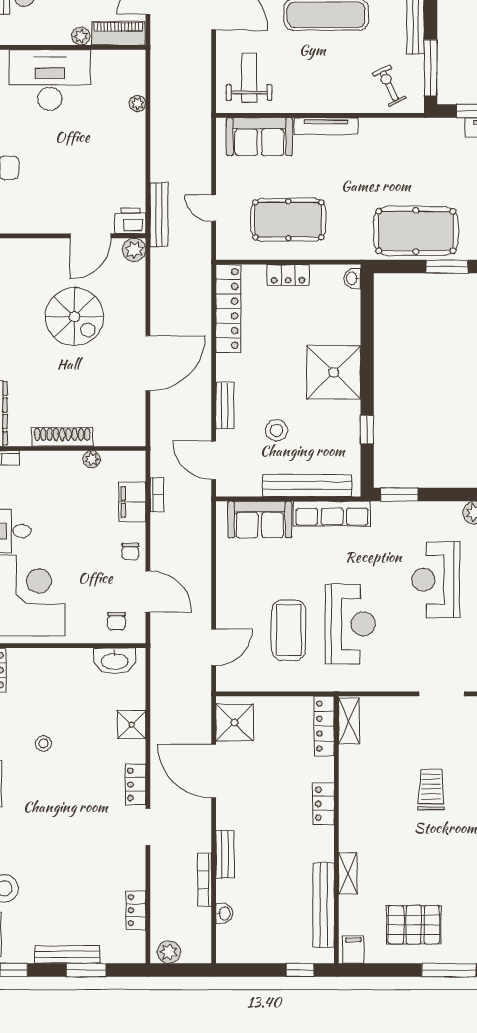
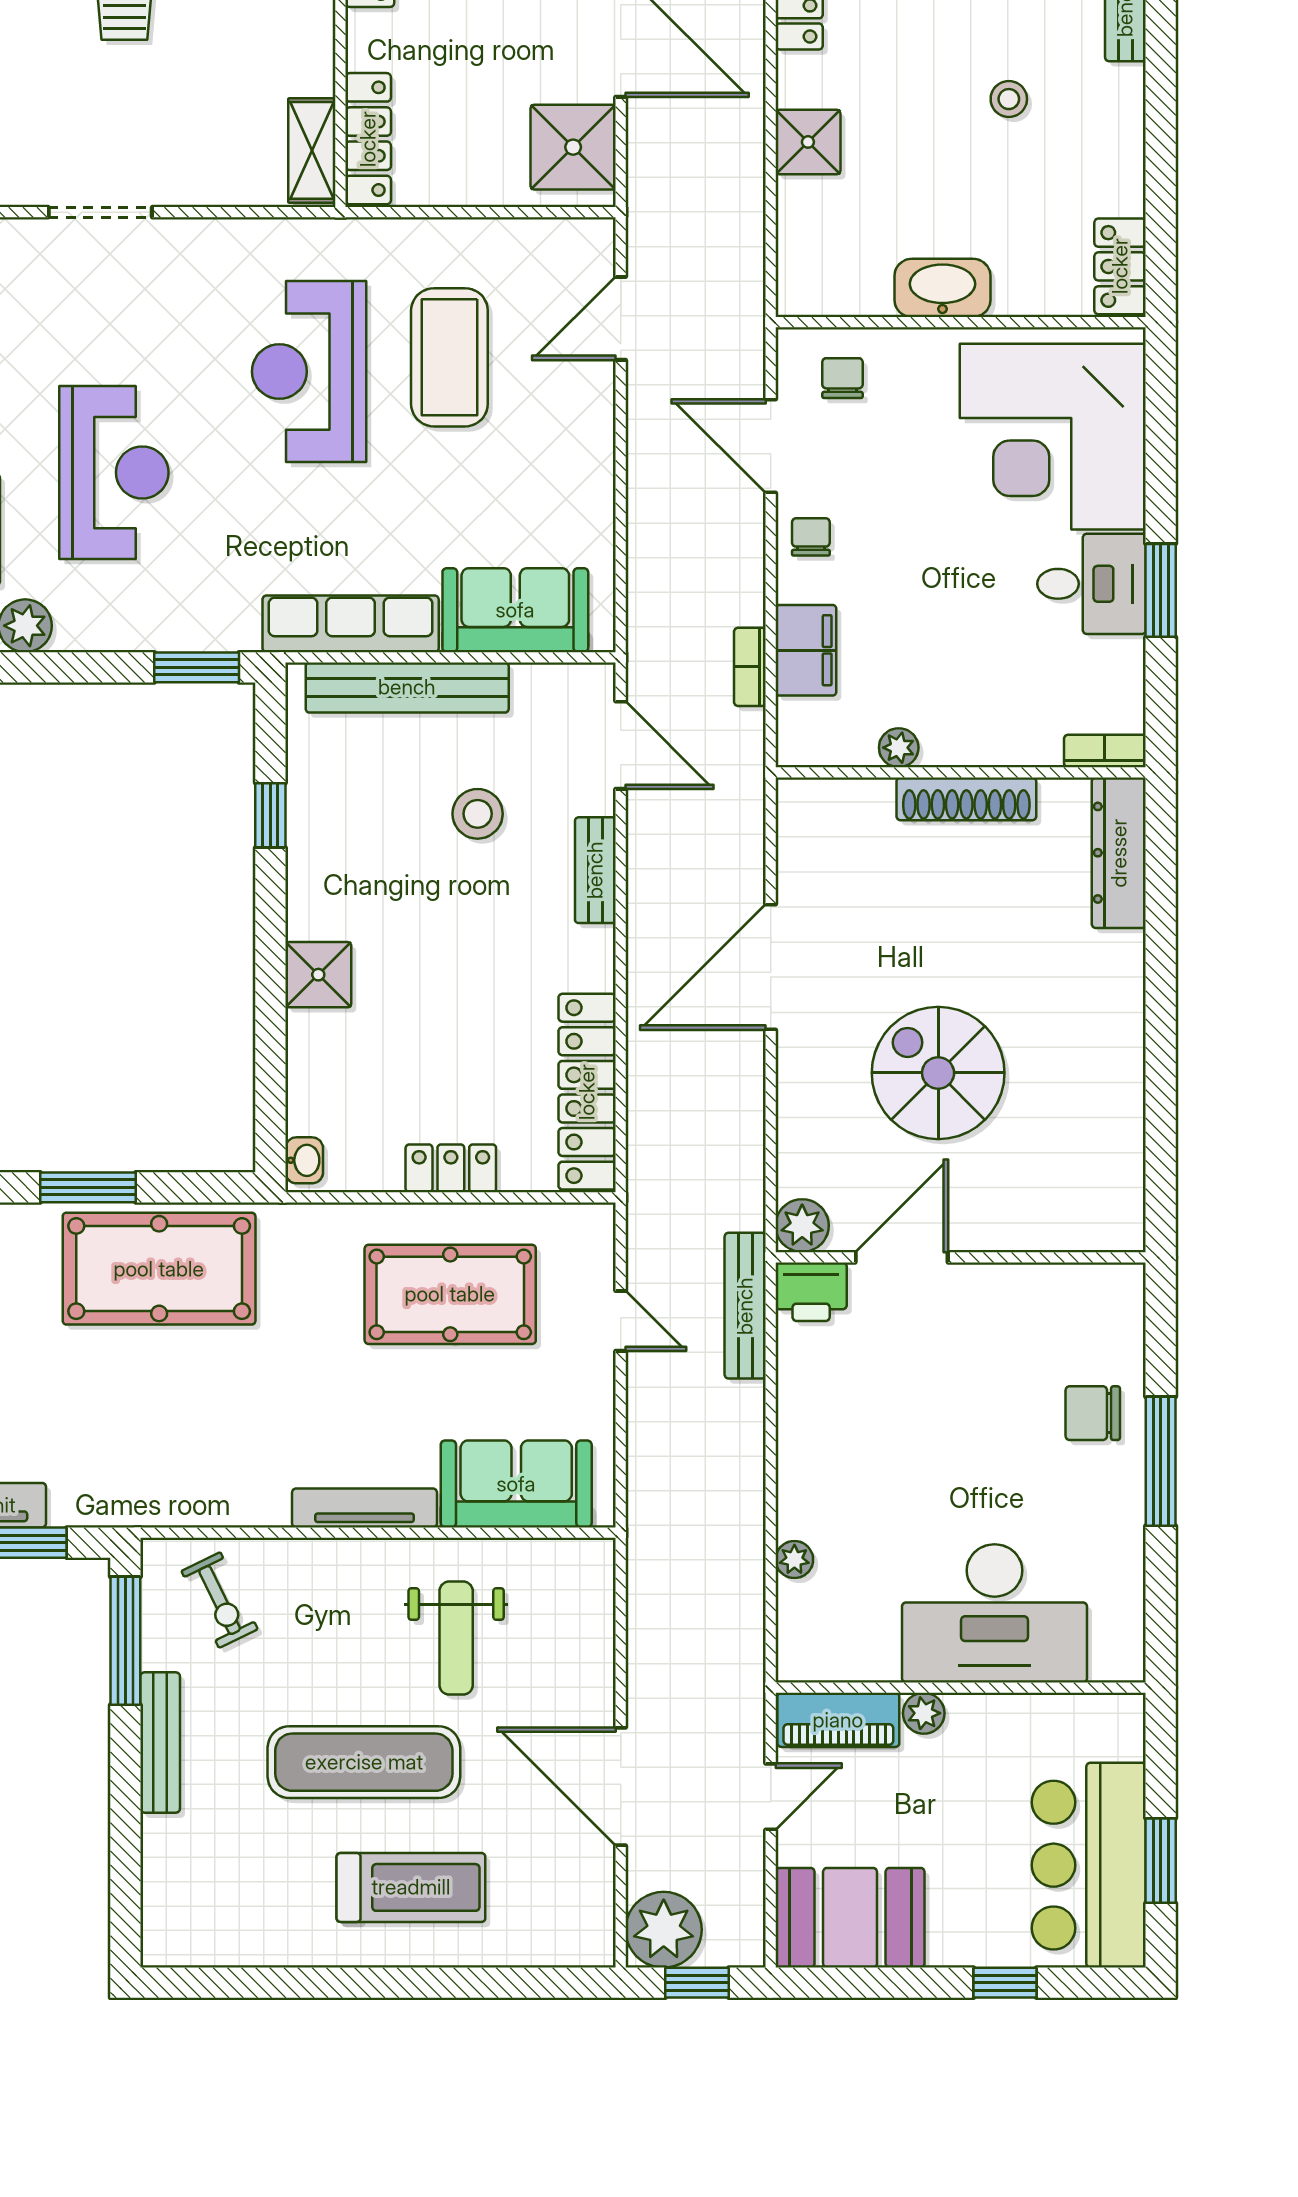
weight bench: (249, 78) -> (456, 1638), moved
shower: (334, 372) -> (318, 975), width x0.54, depth x0.54
washbasin: (115, 661) -> (942, 288), moved

